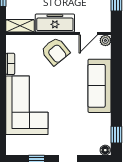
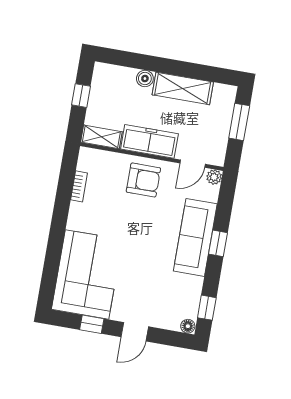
armchair: (55, 51) -> (143, 180), turned -51
window: (116, 87) -> (218, 243), added
corner sofa: (27, 105) -> (87, 274), moved

